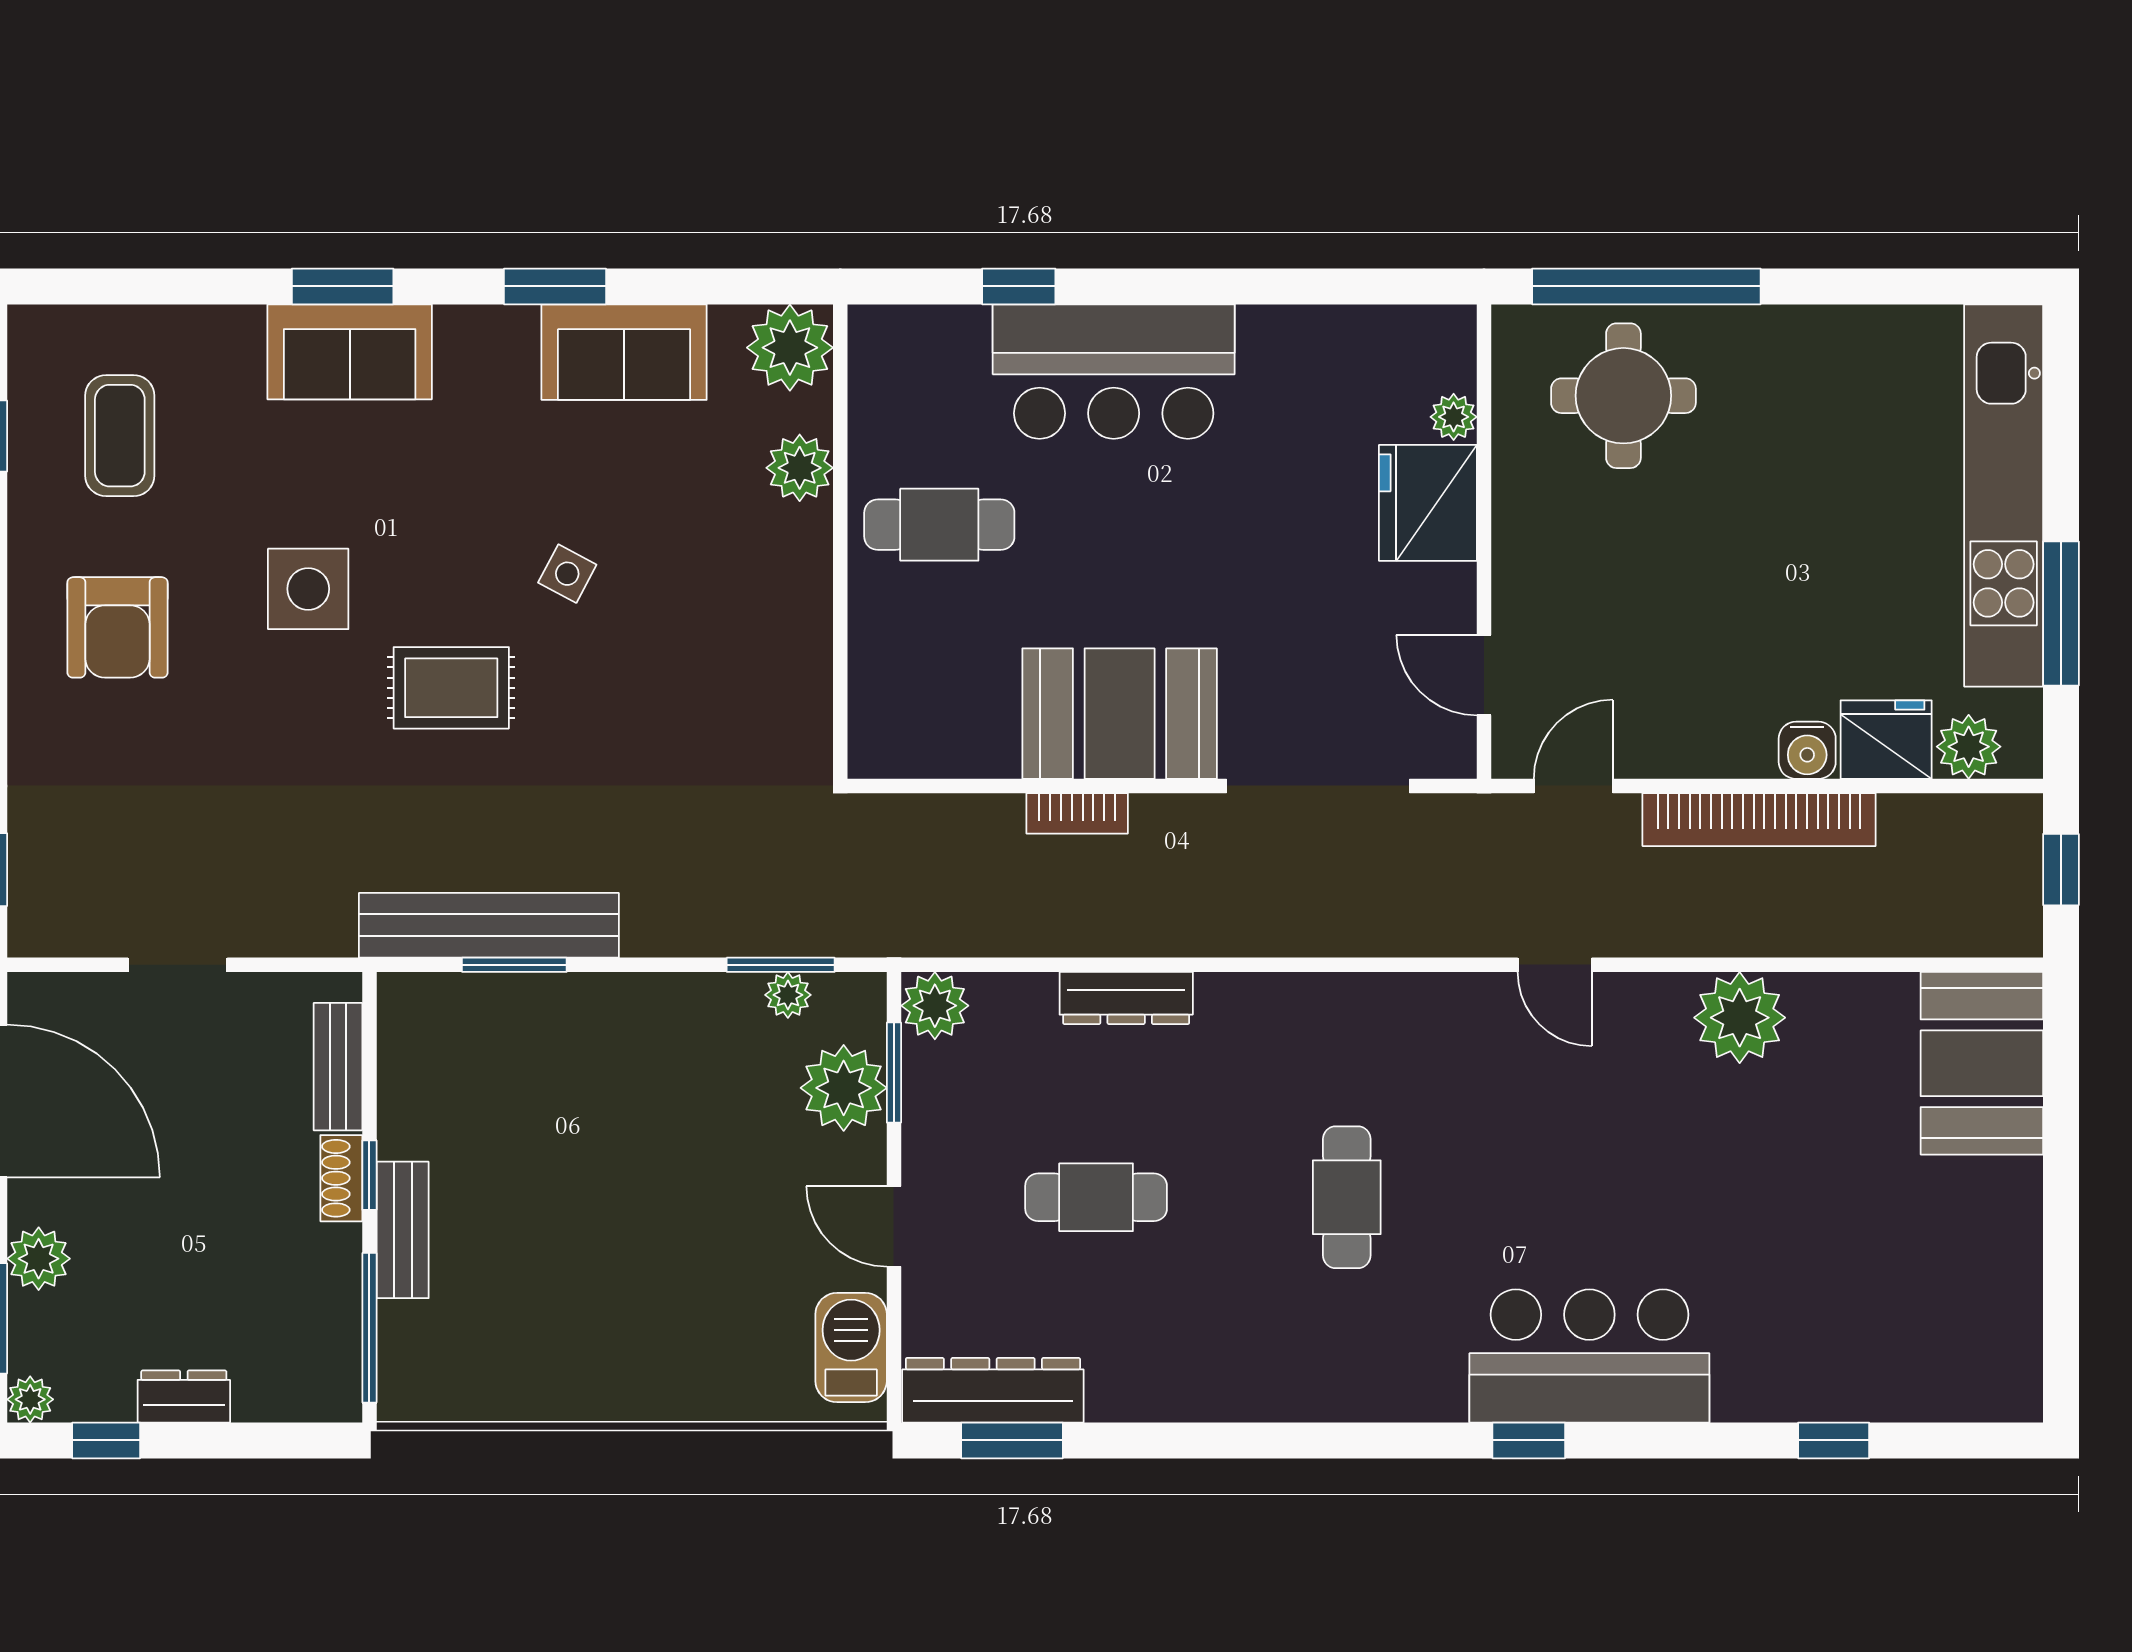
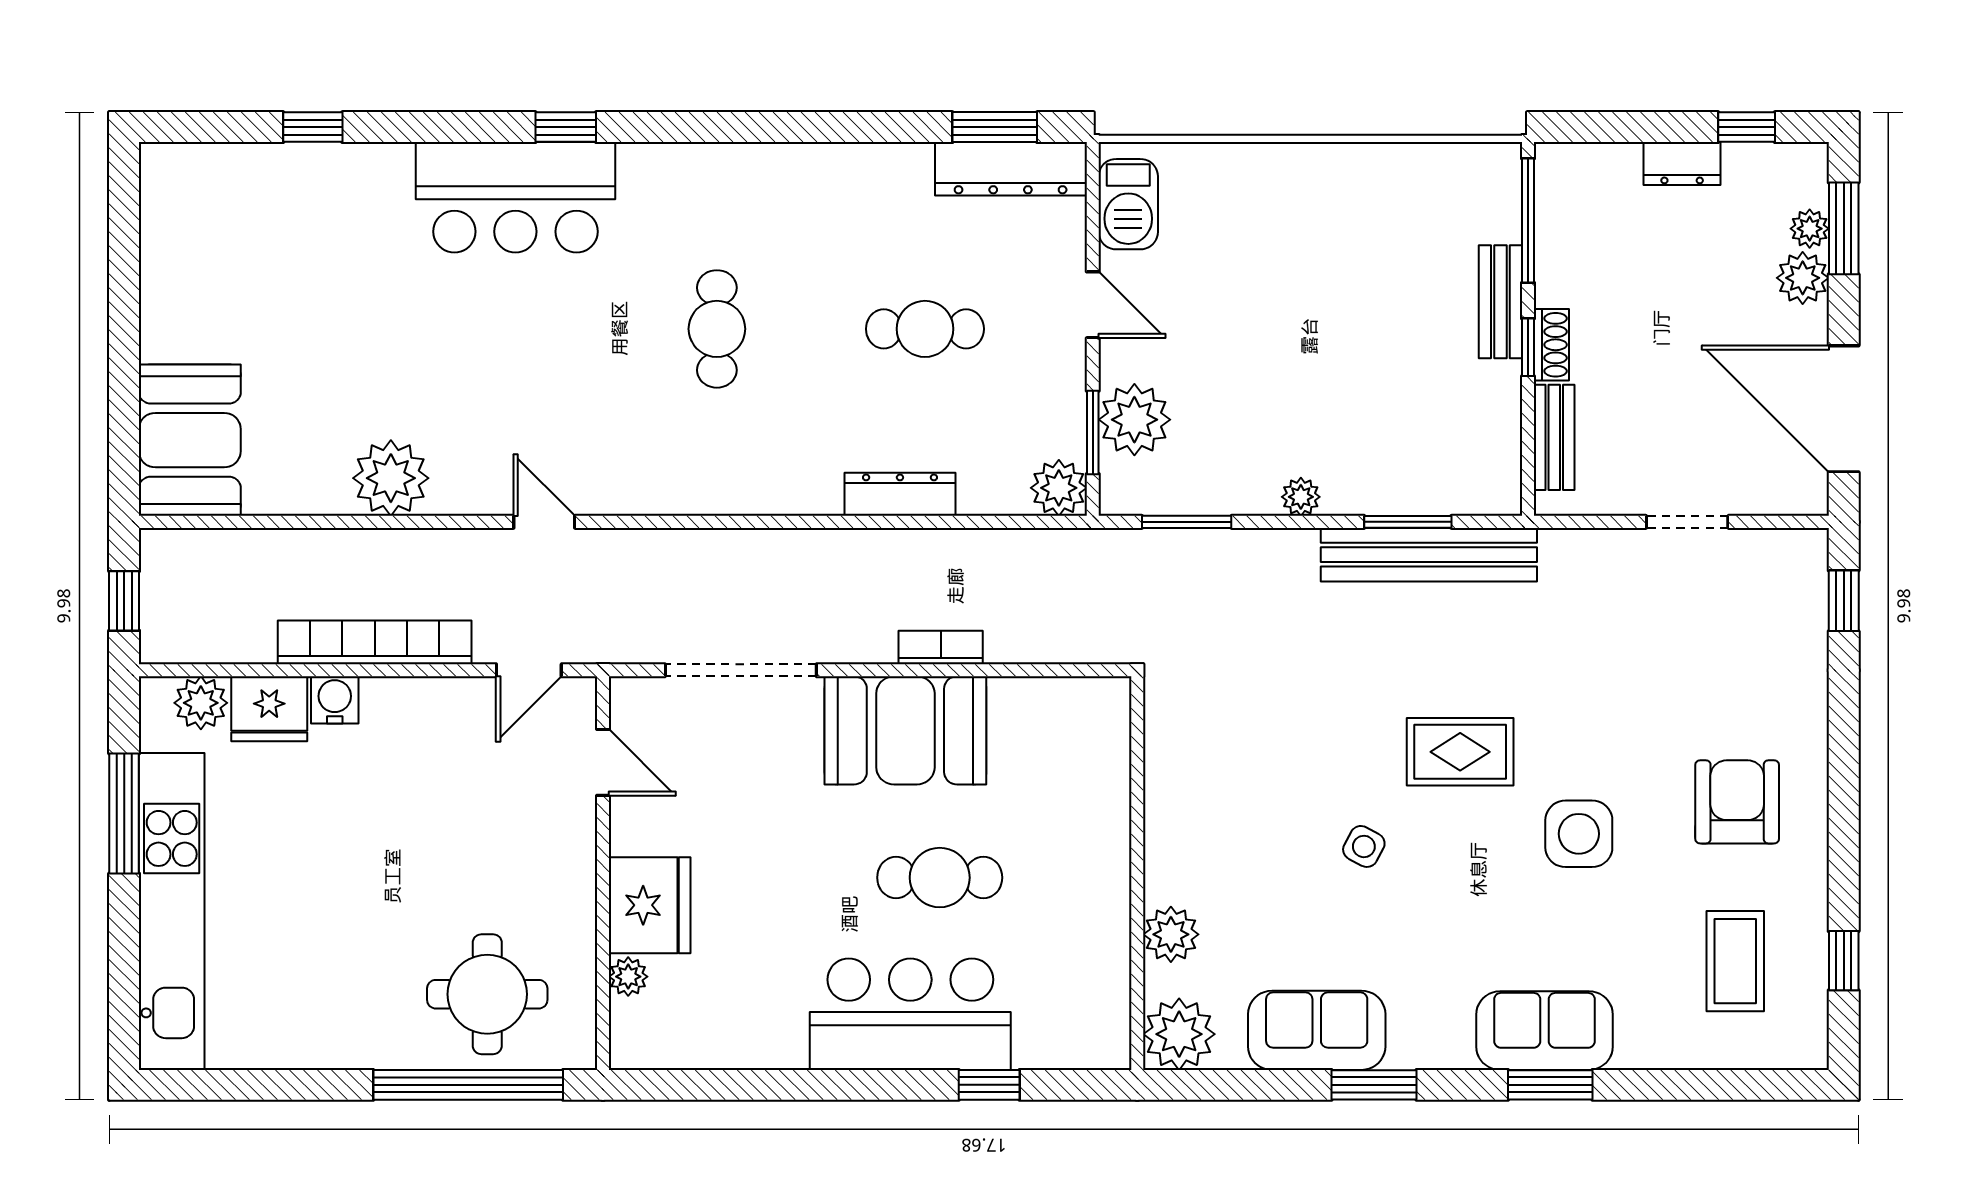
cafe table: (939, 525) -> (940, 878), moved
plant: (788, 995) -> (1301, 497), moved
plant: (30, 1399) -> (1810, 229), moved

